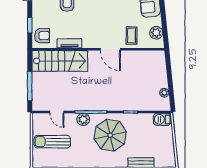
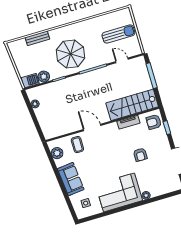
plant: (83, 119) -> (44, 77), moved

